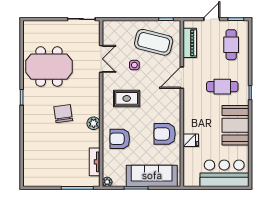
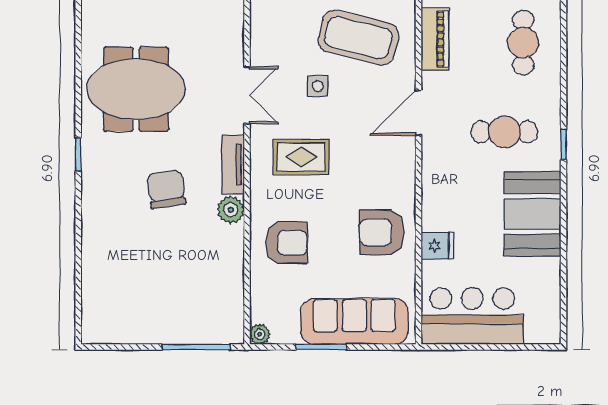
double door: (101, 59) -> (247, 95), moved
armchair: (120, 139) -> (287, 243), turned 180
tv unit: (95, 162) -> (233, 165), moved
bar counter: (224, 173) -> (472, 316), moved

